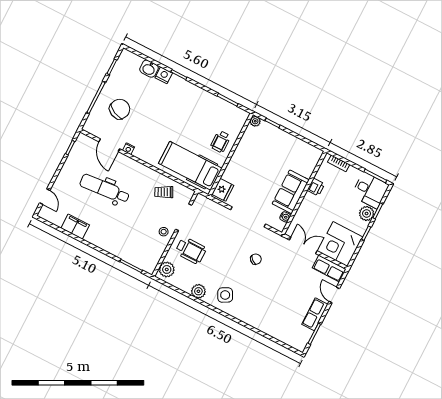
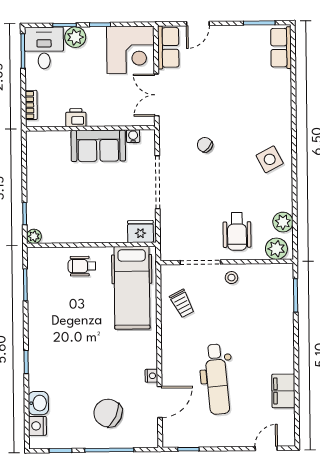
nightstand: (164, 75) -> (37, 426), moved
wheelchair: (221, 142) -> (82, 266), turned 180
wheelchair: (191, 250) -> (237, 232), turned 180
plant: (198, 291) -> (283, 222), moved
row of seats: (315, 314) -> (281, 48), moved, turned 90

